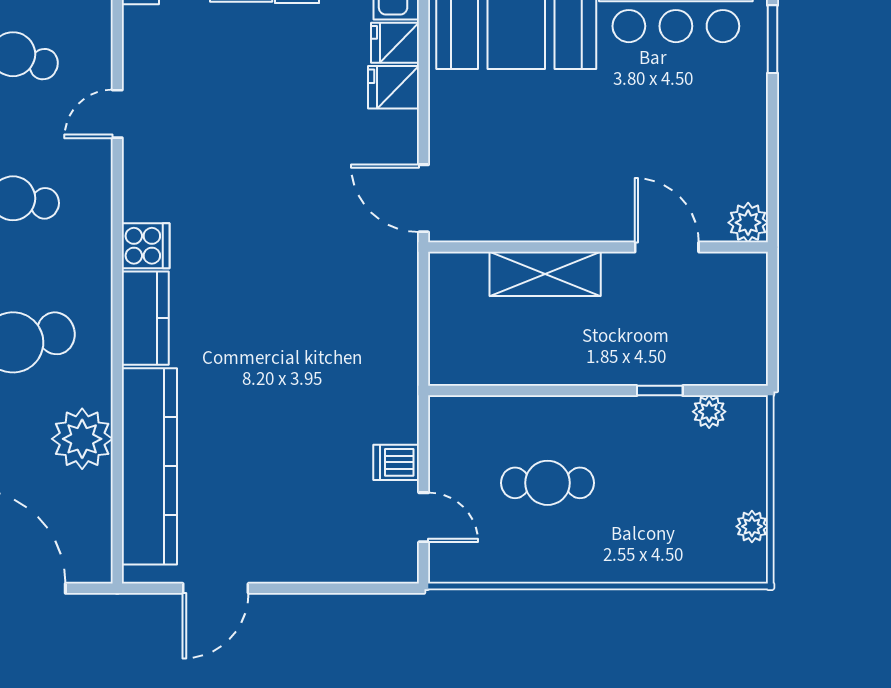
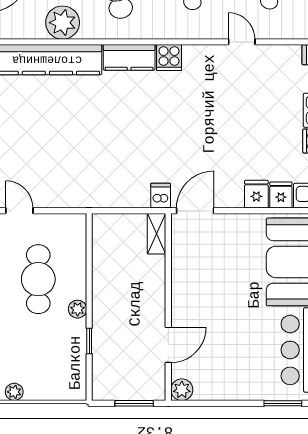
shelving: (545, 274) -> (157, 234), moved, width x0.67, depth x0.75
window: (773, 309) -> (134, 403), added
plant: (709, 412) -> (78, 309), moved
dishwasher: (396, 462) -> (161, 196), moved
cafe table: (548, 483) -> (38, 279), width x1.37, depth x1.35
door: (424, 517) -> (19, 211), swing flipped

